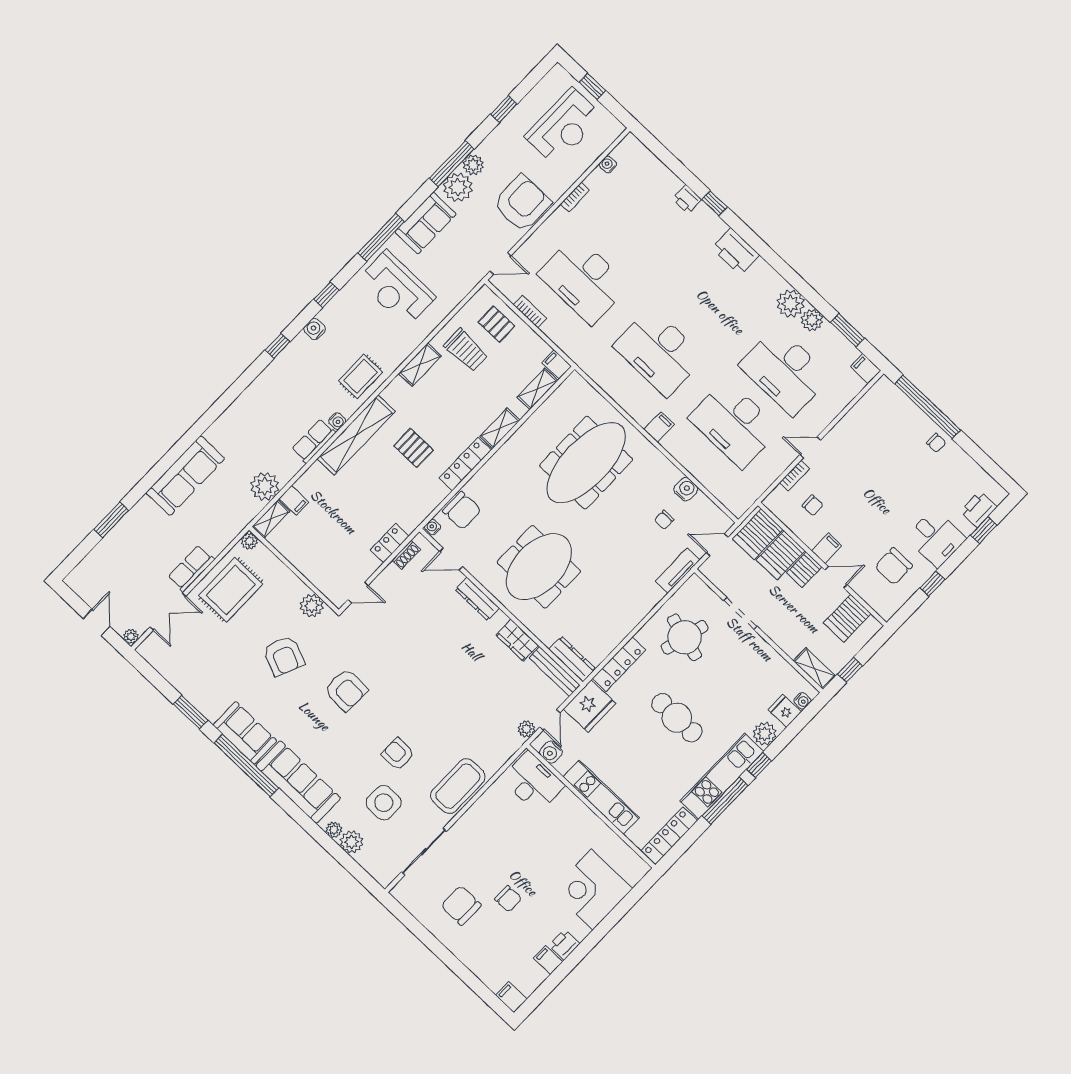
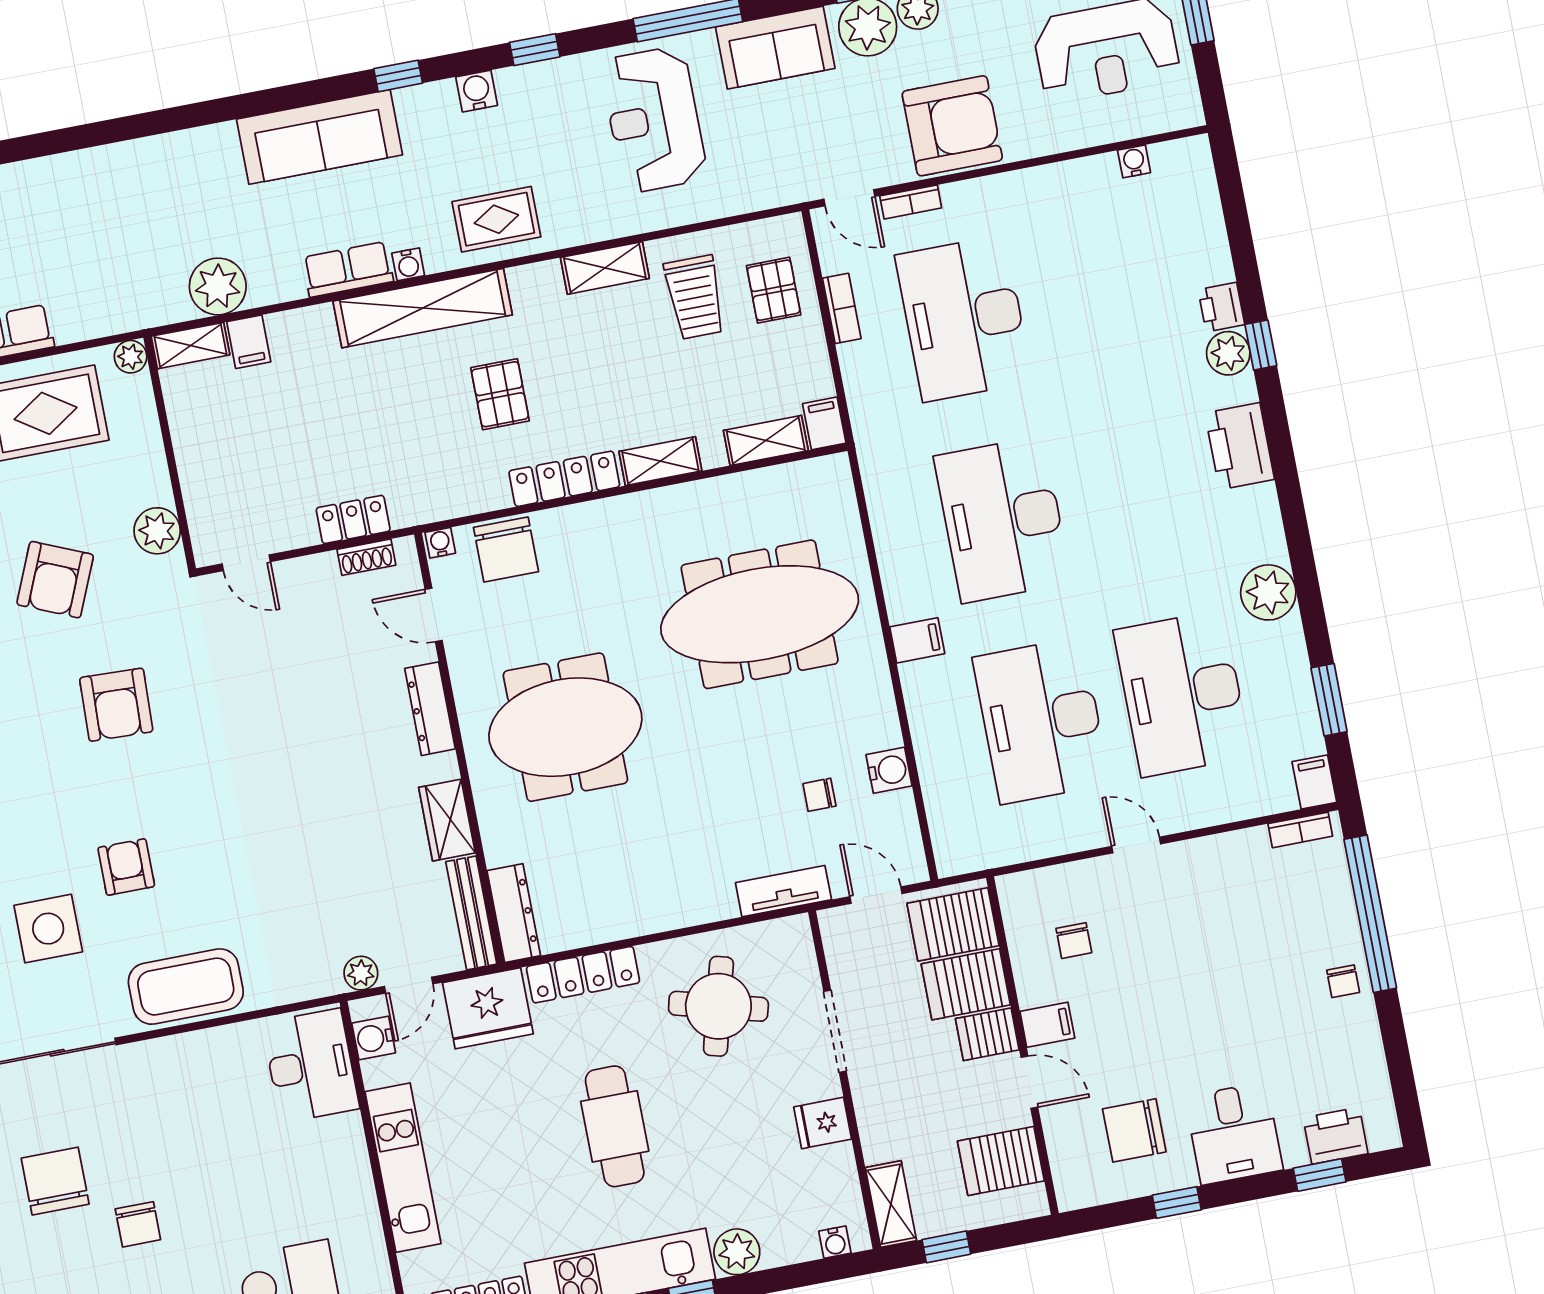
bookcase: (575, 197) -> (911, 202), moved
plant: (812, 320) -> (1228, 353), moved
sofa: (185, 476) -> (320, 137), moved
bookcase: (795, 476) -> (1300, 830), moved
fridge: (785, 711) -> (823, 1123), moved, turned -90

